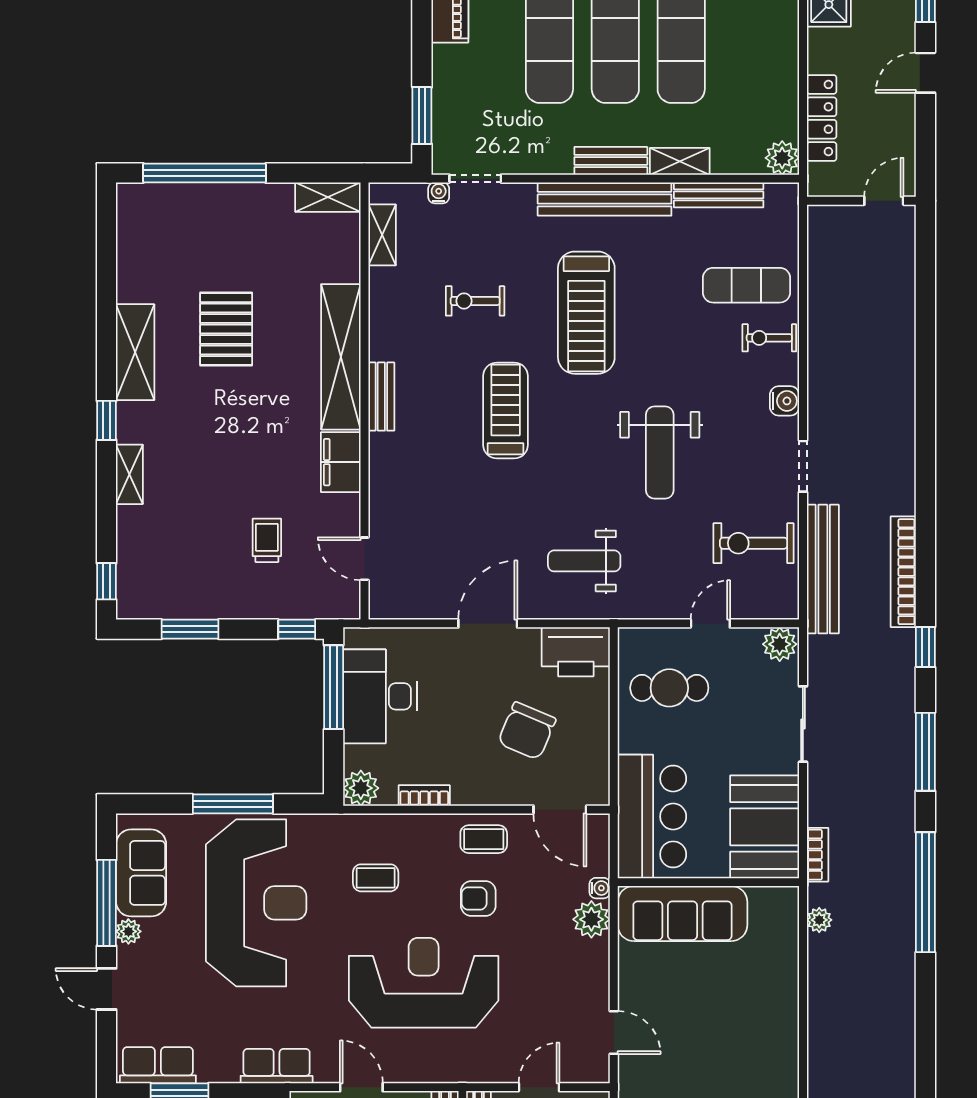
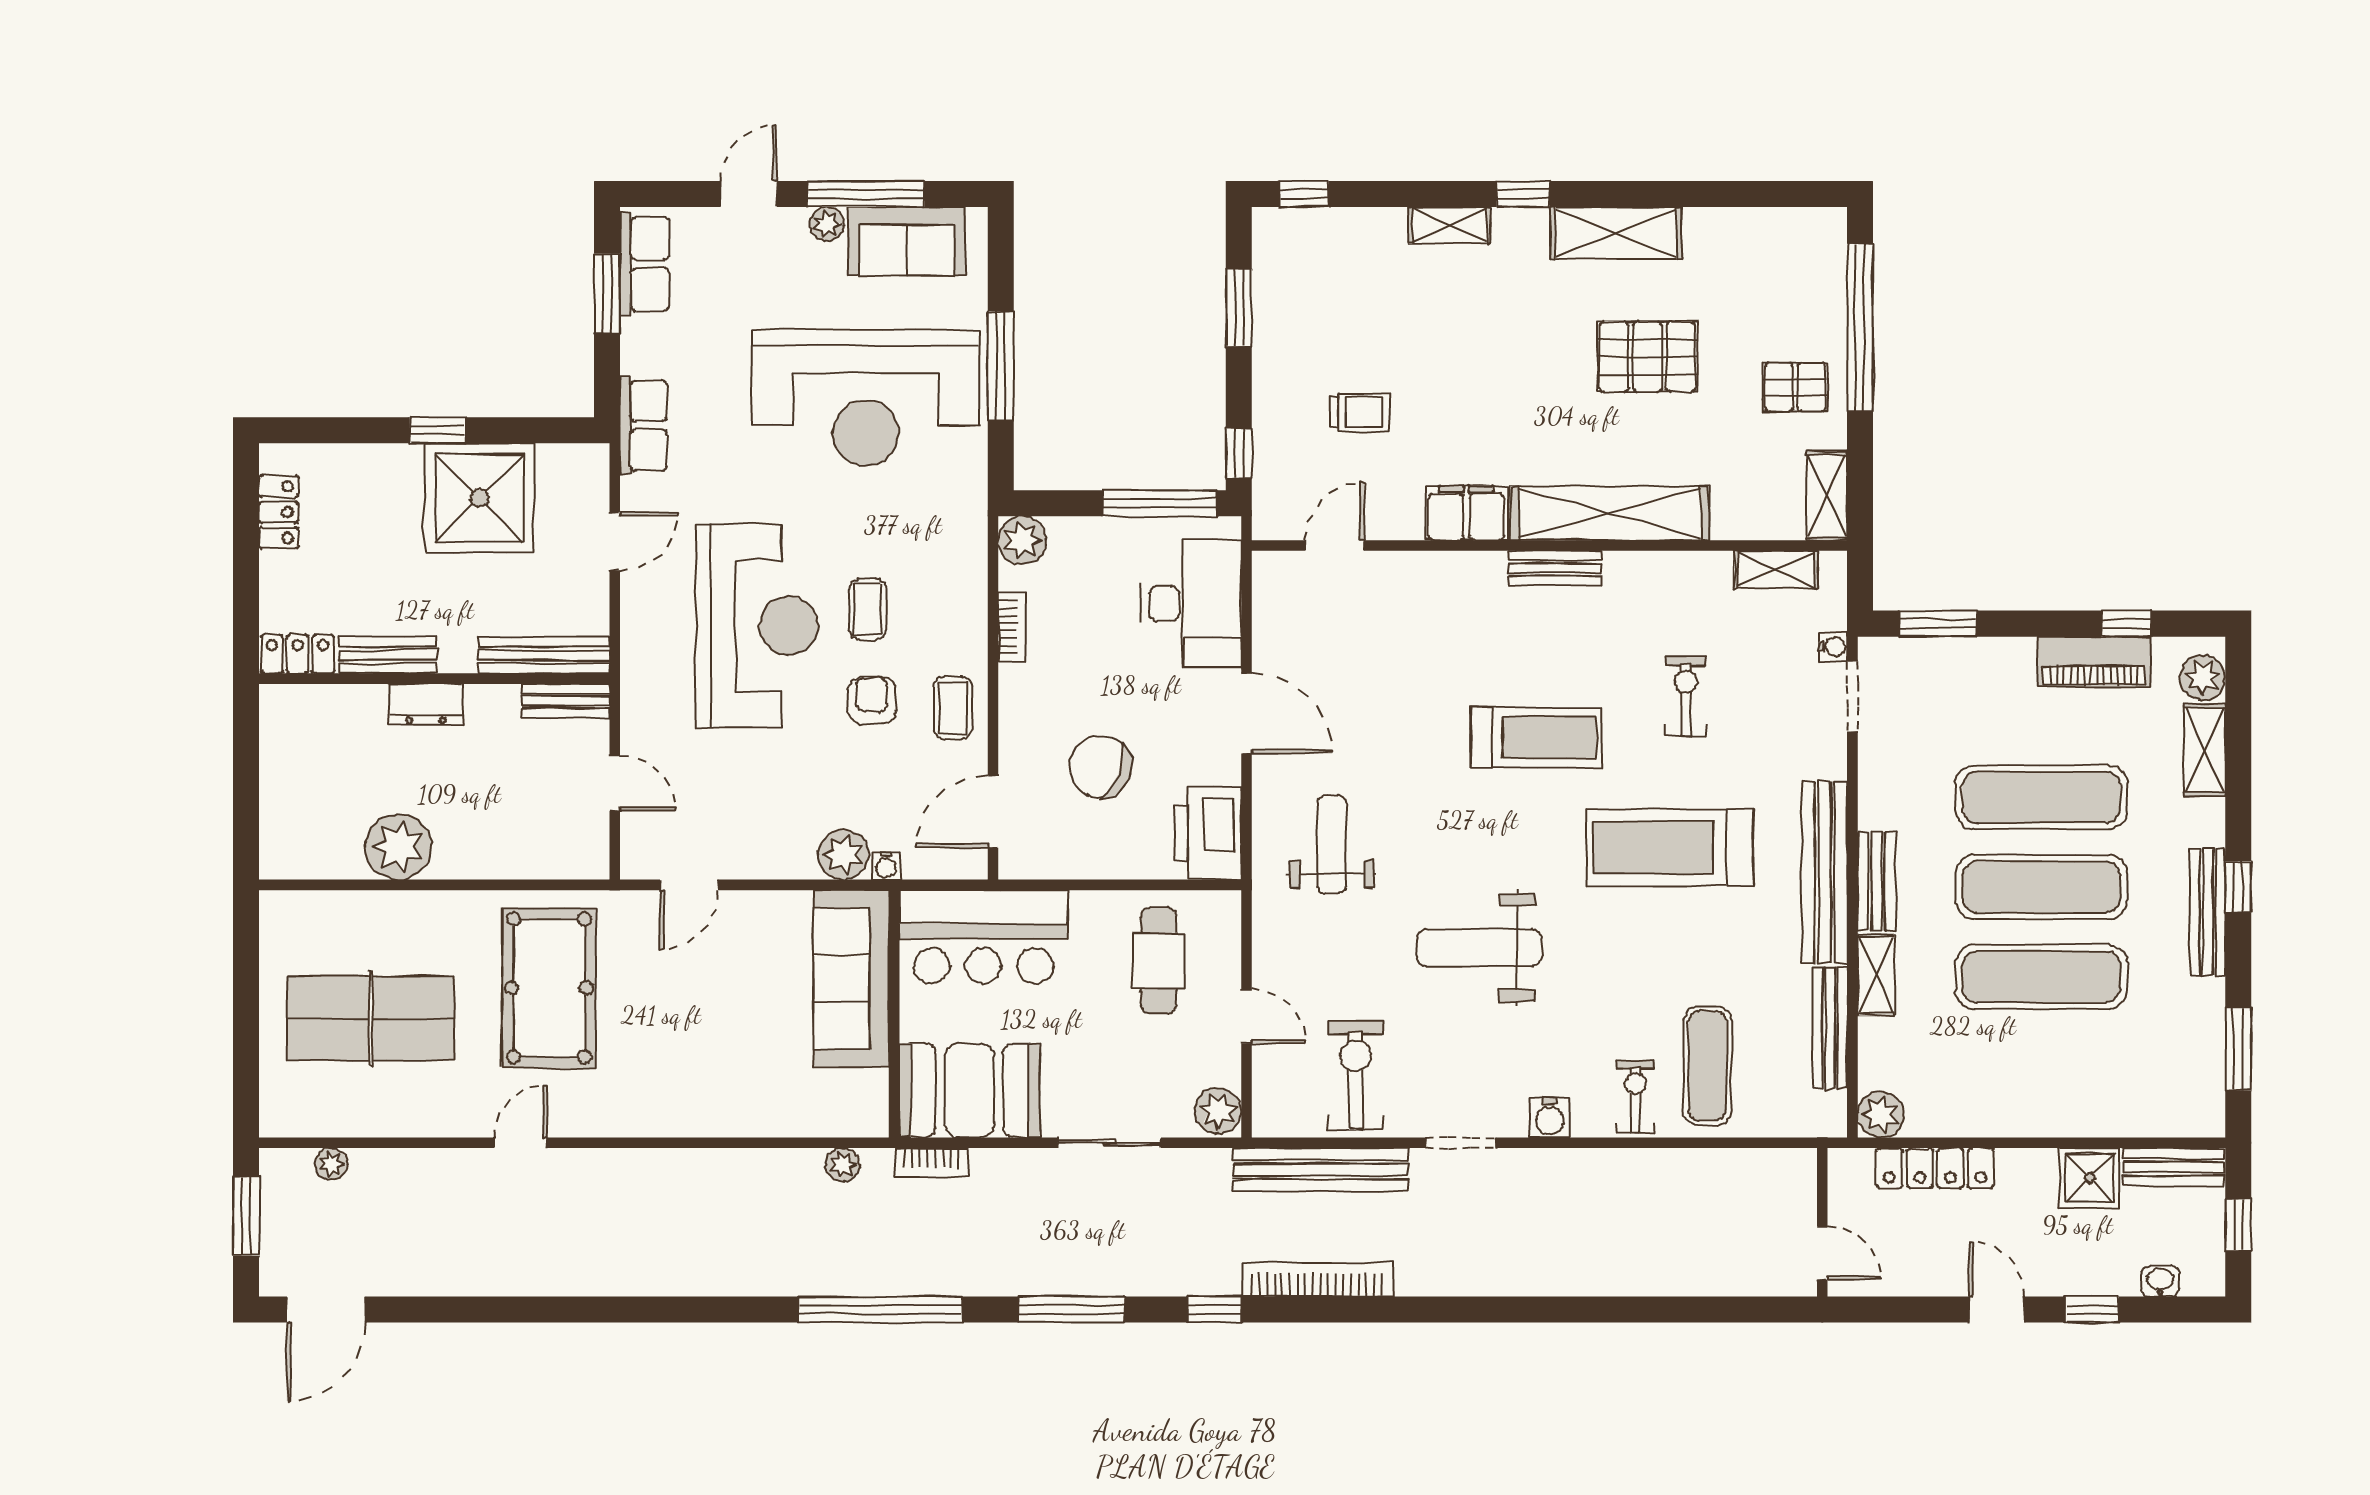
pallet: (248, 221) -> (1795, 387), added
desk: (380, 696) -> (1191, 603), moved, turned 90
coffee table: (376, 878) -> (868, 609), moved

